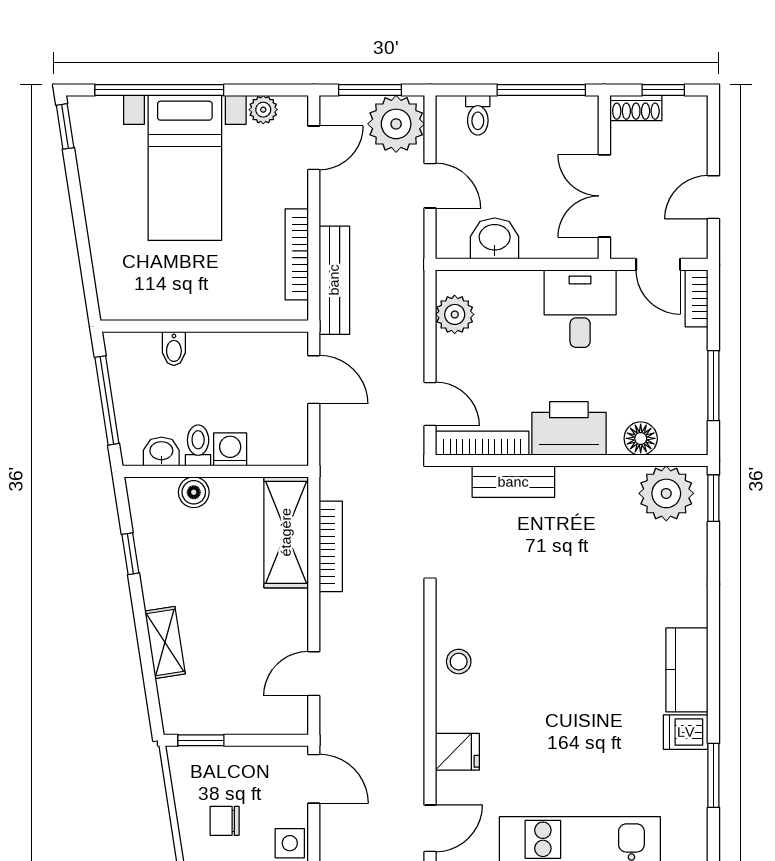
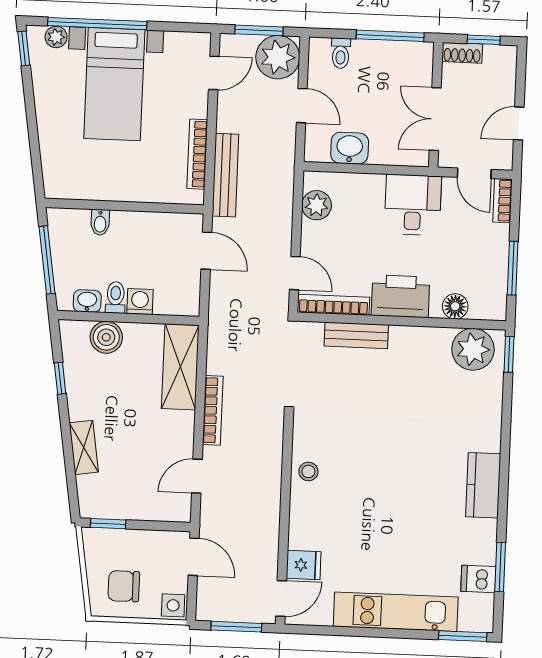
plant: (263, 110) -> (56, 37), moved
boiler: (194, 492) -> (106, 337), width x1.36, depth x1.36
bookcase: (331, 546) -> (213, 410), moved
dishwasher: (686, 732) -> (478, 579), moved
fridge: (457, 752) -> (304, 565), moved
chair: (225, 821) -> (124, 586), width x1.37, depth x1.37

